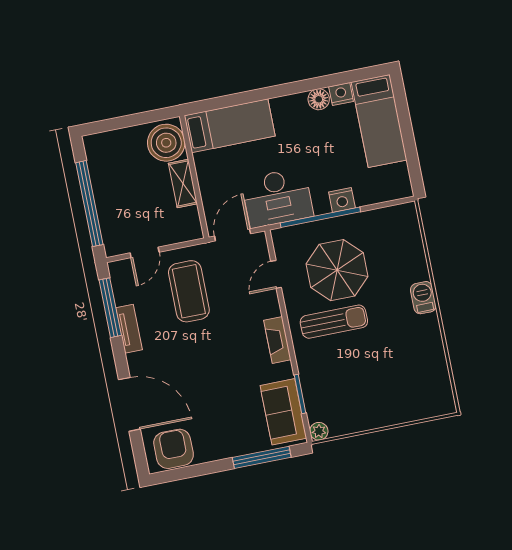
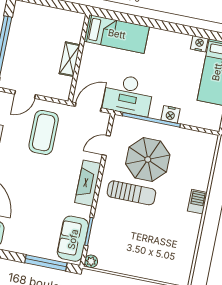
floor lamp: (319, 99) -> (183, 41), removed
boiler: (166, 143) -> (70, 28), removed
fireplace: (277, 340) -> (88, 183), width x1.37, depth x1.32

